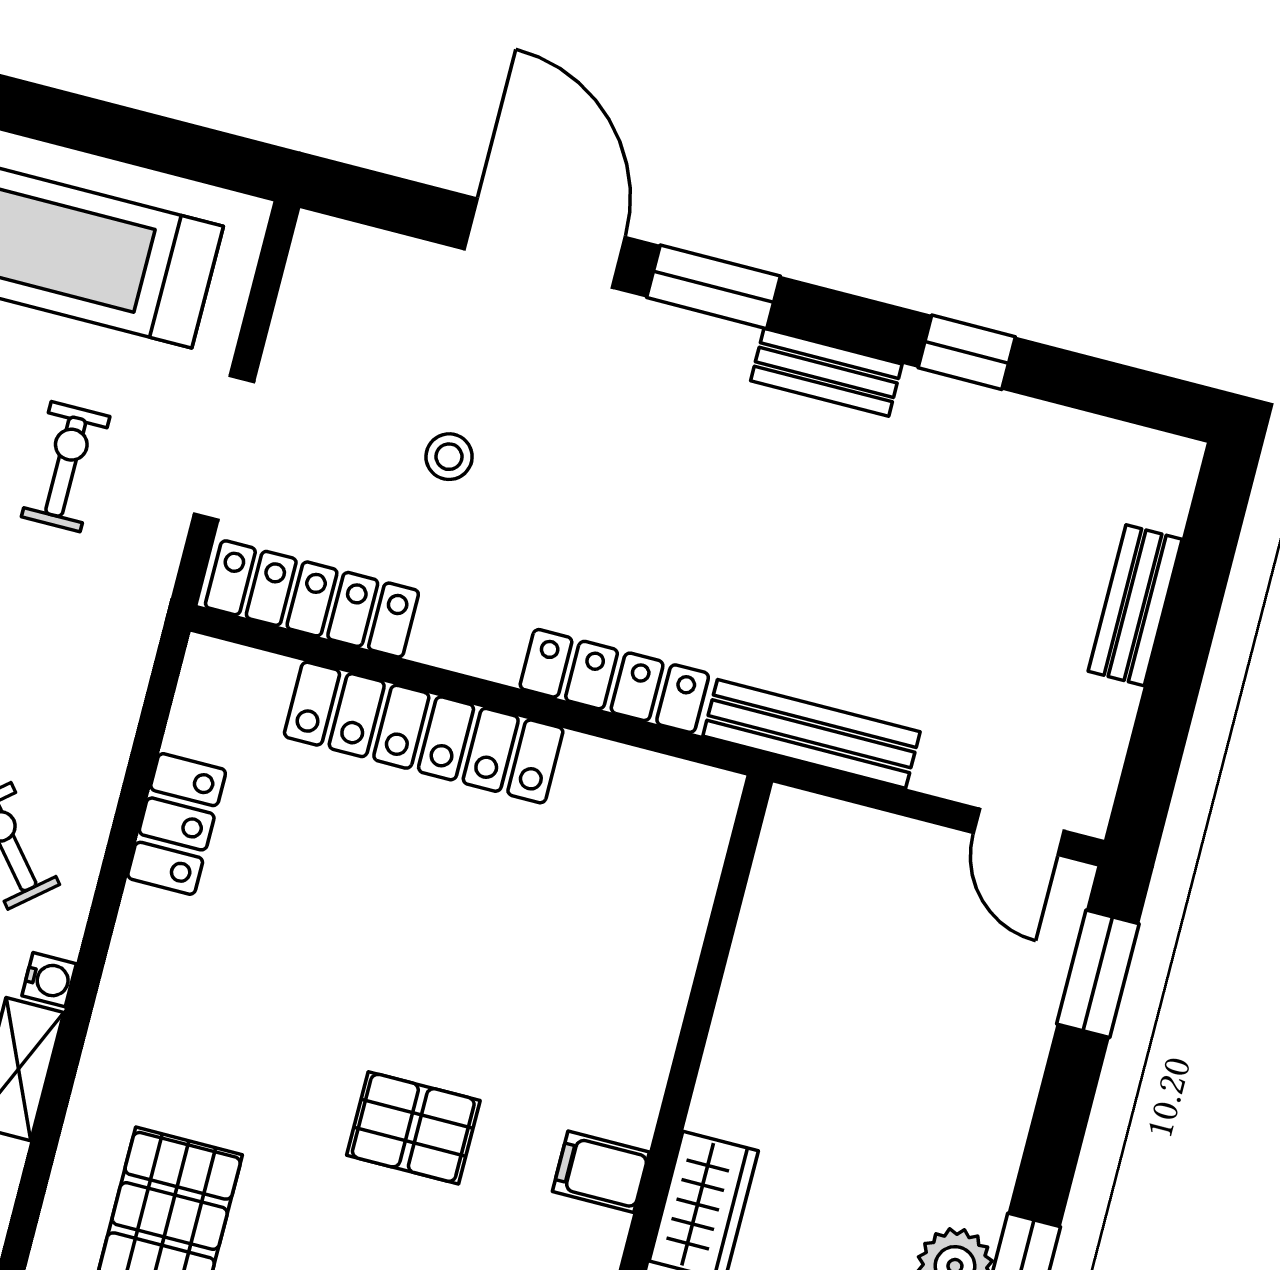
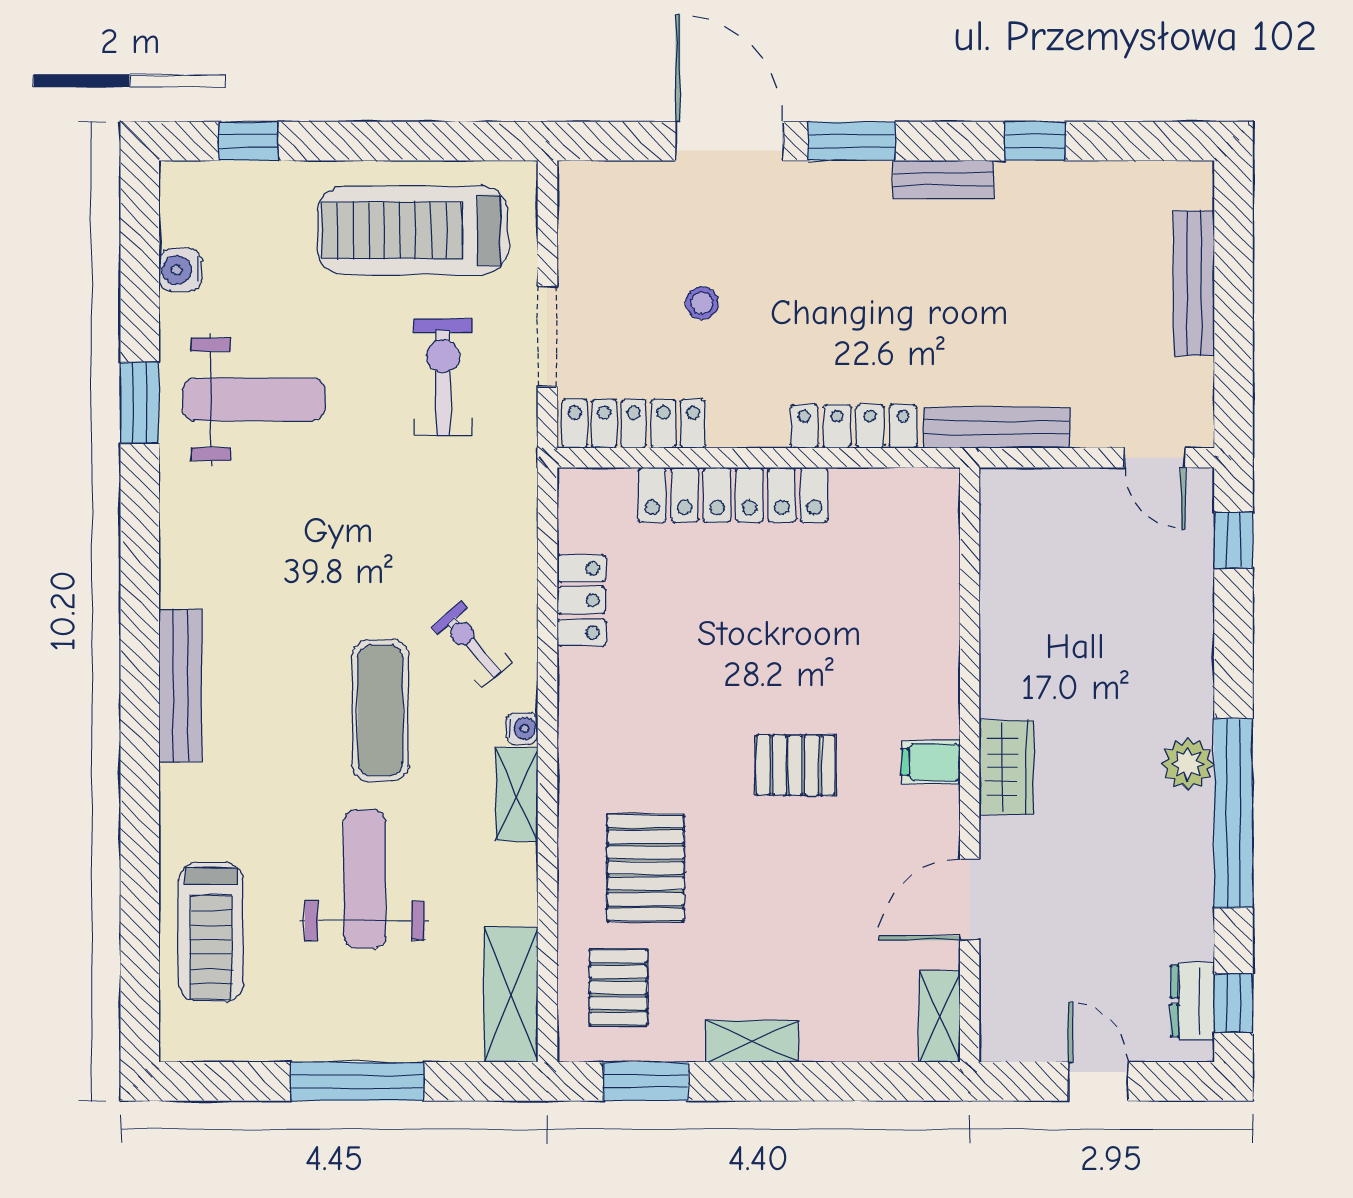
exercise bike: (66, 467) -> (443, 377), width x1.38, depth x1.39
bench: (1135, 605) -> (1194, 283), width x1.36
window: (1098, 974) -> (1233, 540), width x0.67

